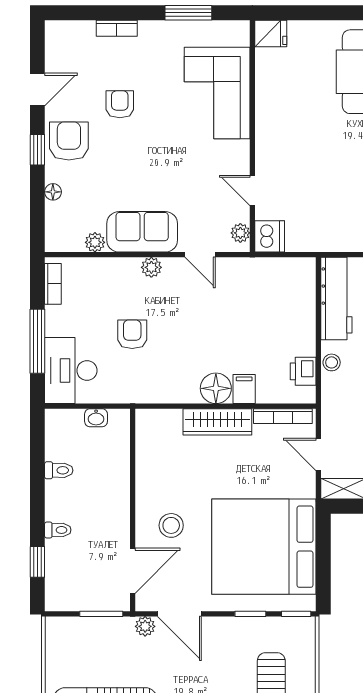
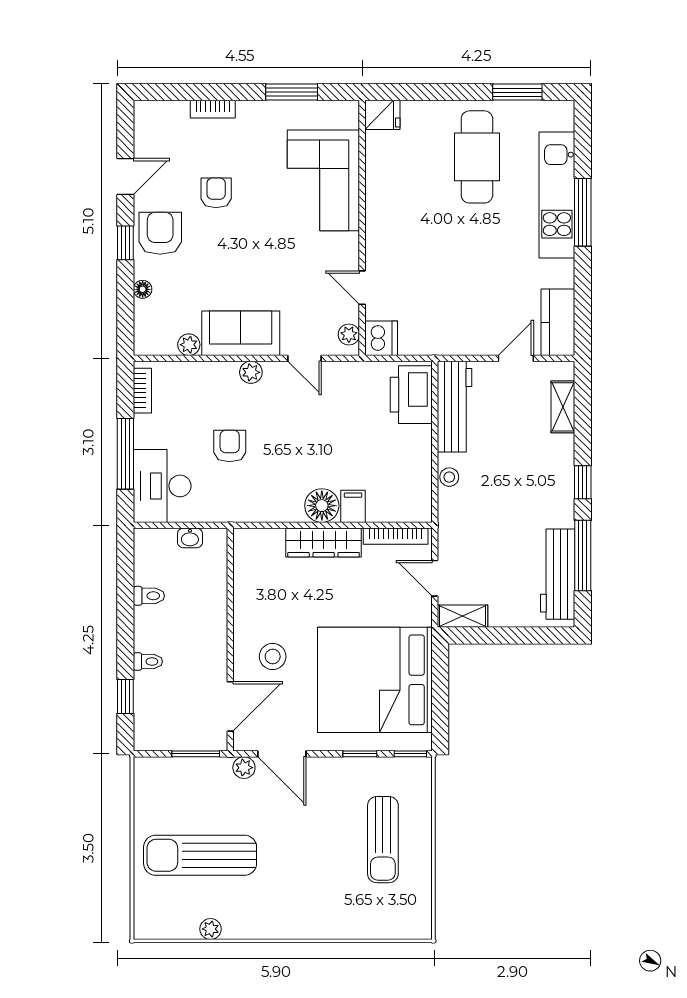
printer: (303, 371) -> (411, 395), moved, width x1.87, depth x1.48

